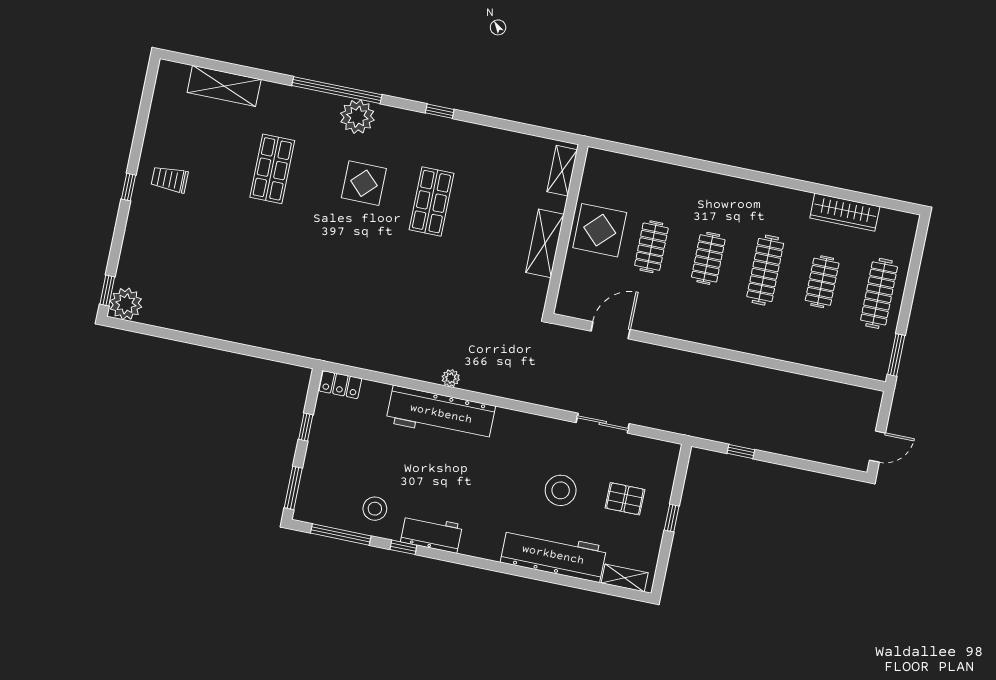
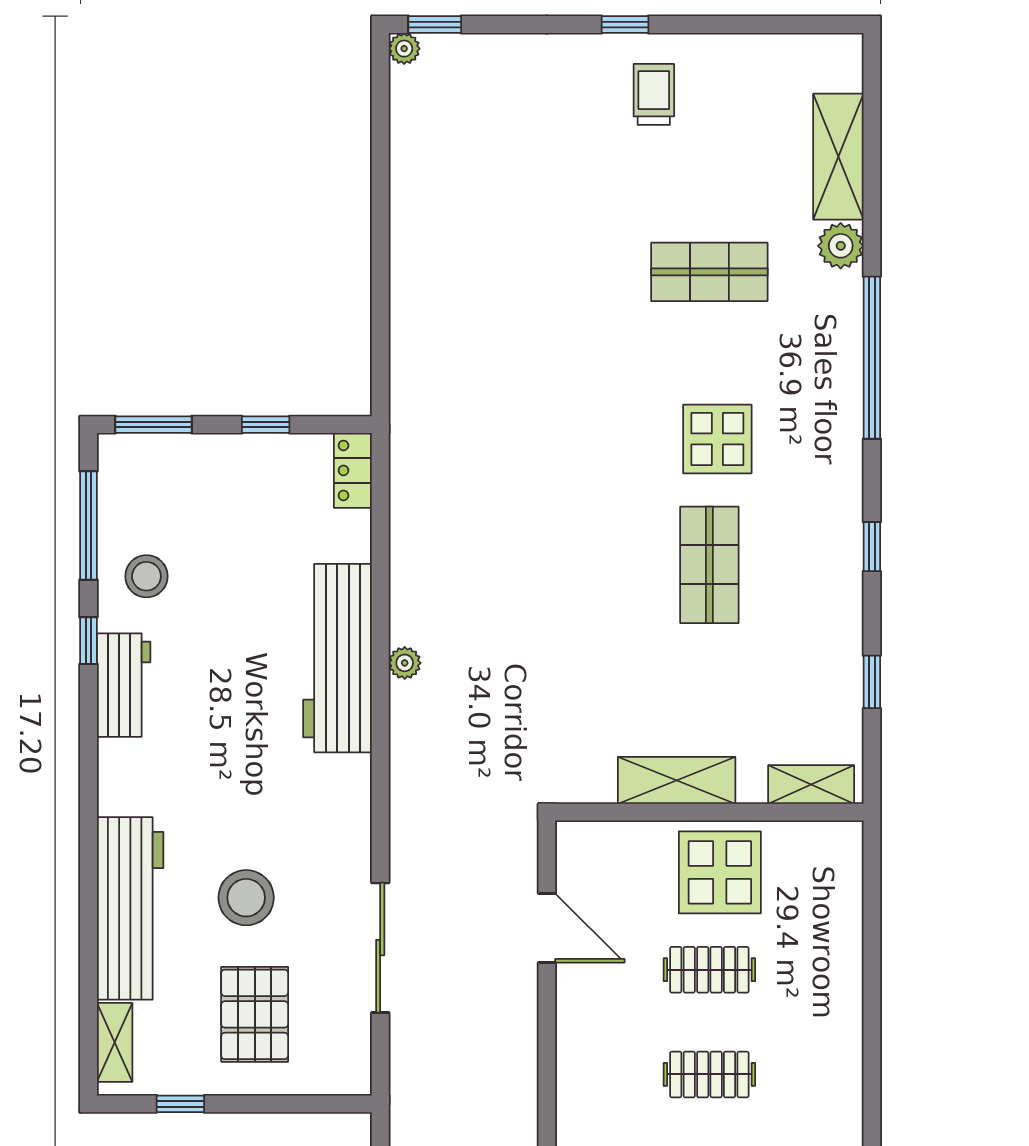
plant: (357, 117) -> (841, 246), moved, width x0.73, depth x0.73
window: (513, 126) -> (872, 682), added
shop shelf: (431, 202) -> (709, 565), turned 90
plant: (126, 304) -> (404, 49), width x0.53, depth x0.53
sliding door: (603, 423) -> (380, 948), width x1.37
pallet: (625, 499) -> (255, 1014), width x1.50, depth x1.42
window: (672, 518) -> (180, 1104), moved

